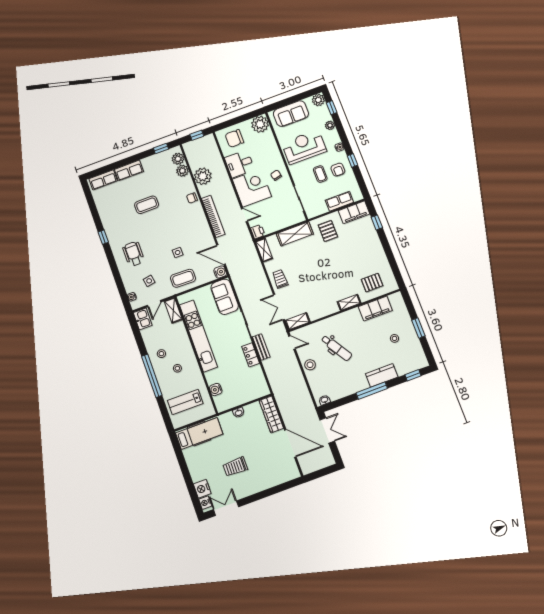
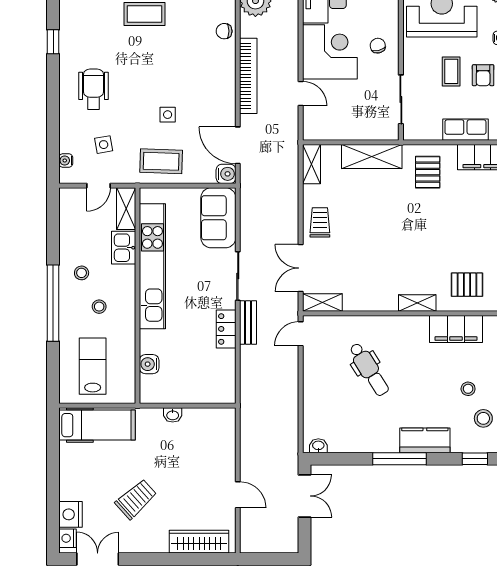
printer: (258, 232) -> (312, 130), removed
kitchen sink: (143, 319) -> (124, 248), moved, turned 180
door: (292, 342) -> (301, 334), swing flipped
stool: (310, 365) -> (483, 418), moved
lab bench: (185, 402) -> (93, 366), turned 90
wardrobe: (271, 414) -> (199, 542), moved, turned 90
door: (290, 443) -> (238, 495), width x0.53
trolley: (235, 467) -> (136, 499), turned 138

